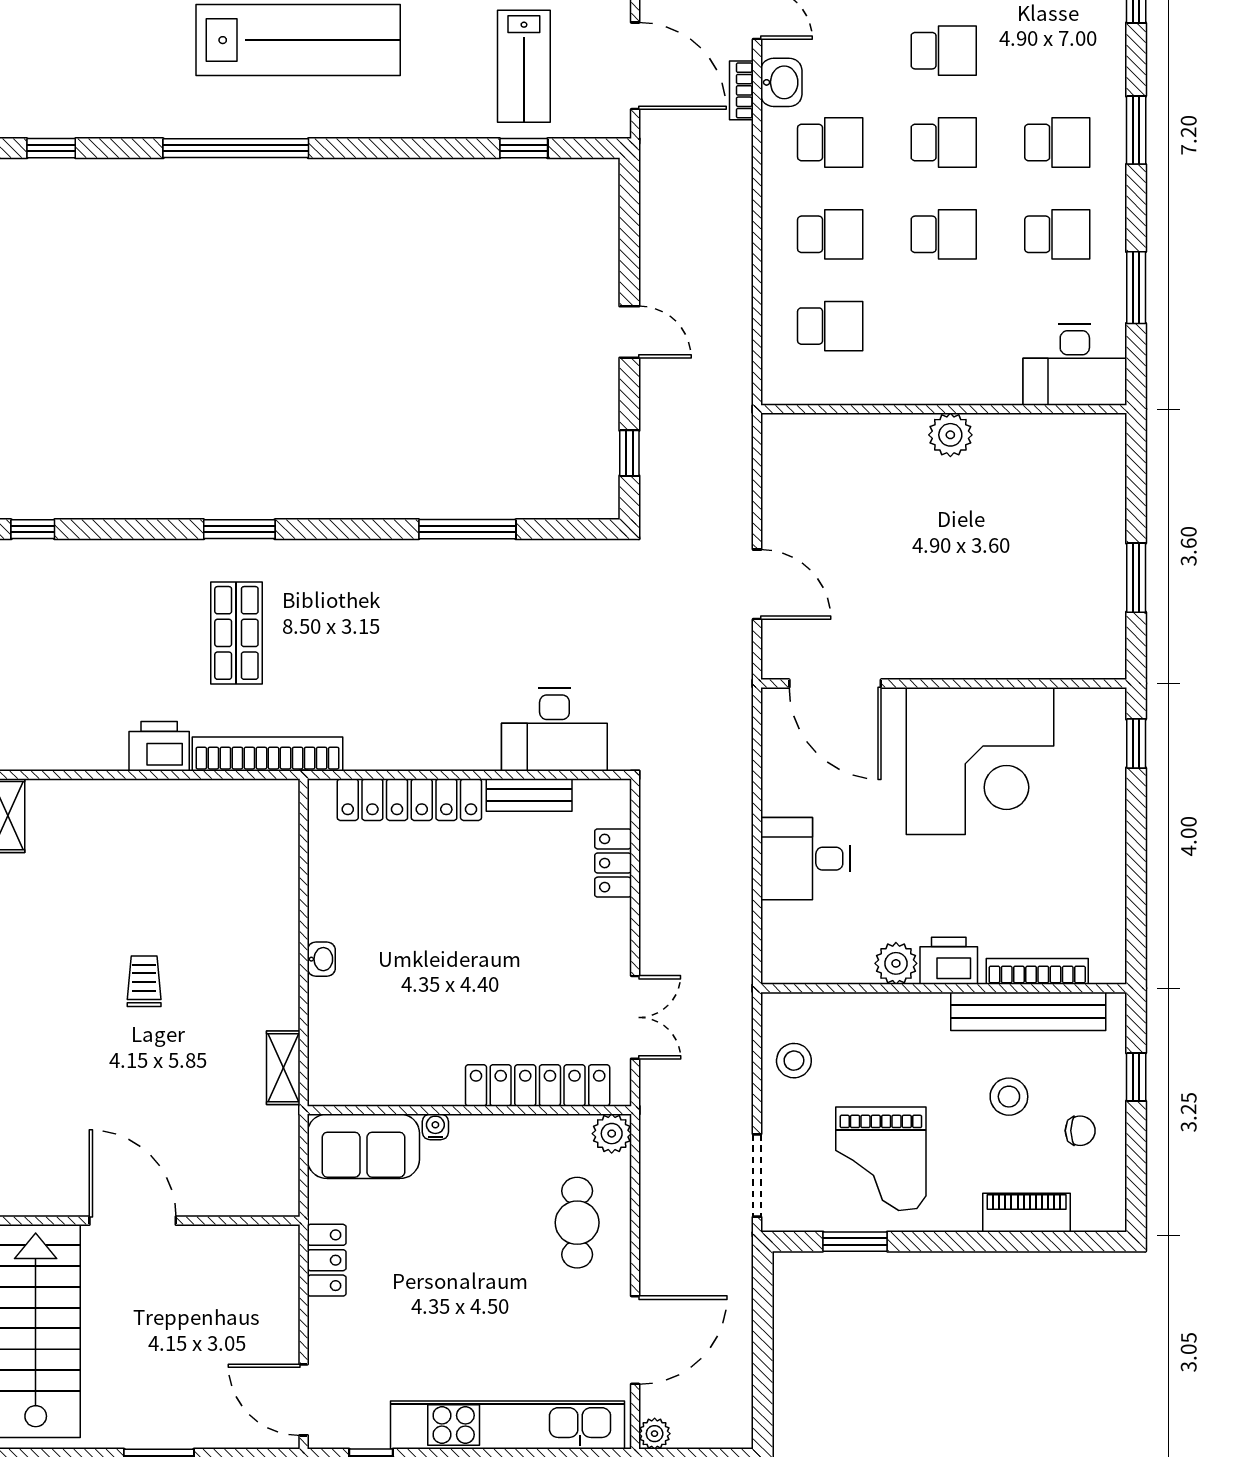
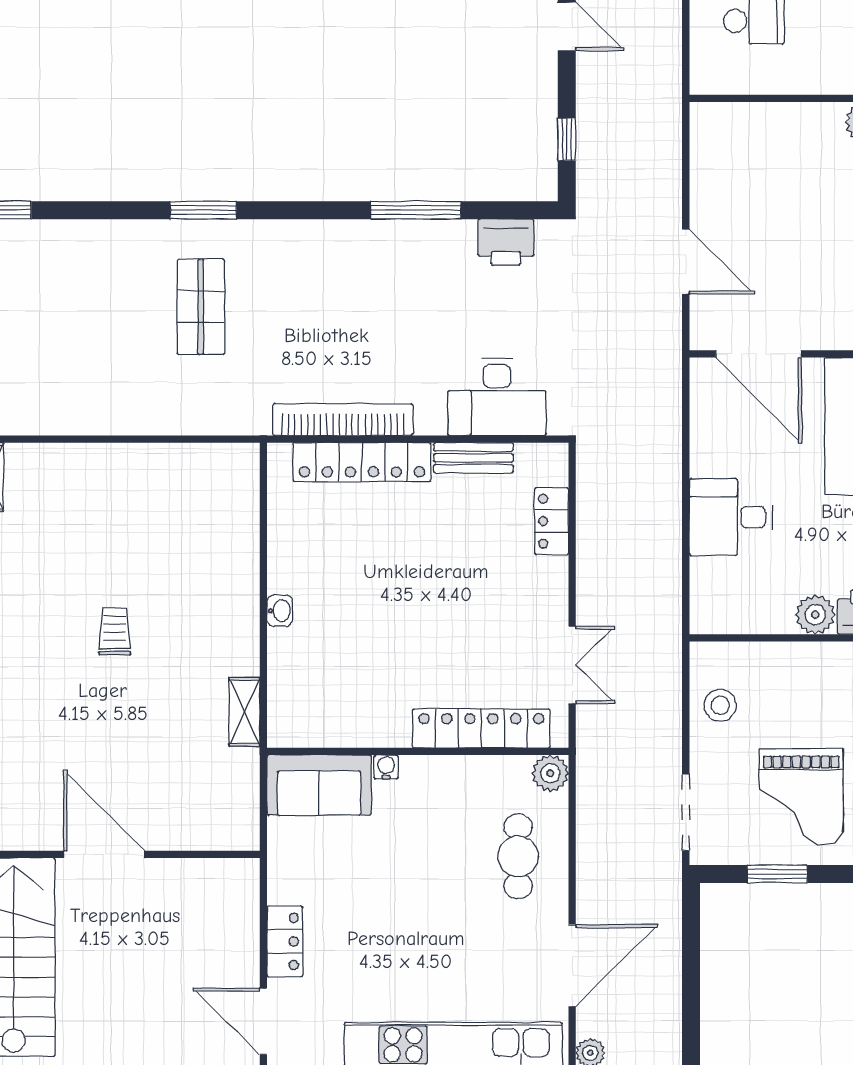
printer: (159, 746) -> (506, 242), moved, turned 180
bookcase: (267, 754) -> (343, 420), moved
locker: (327, 1260) -> (285, 941), moved

